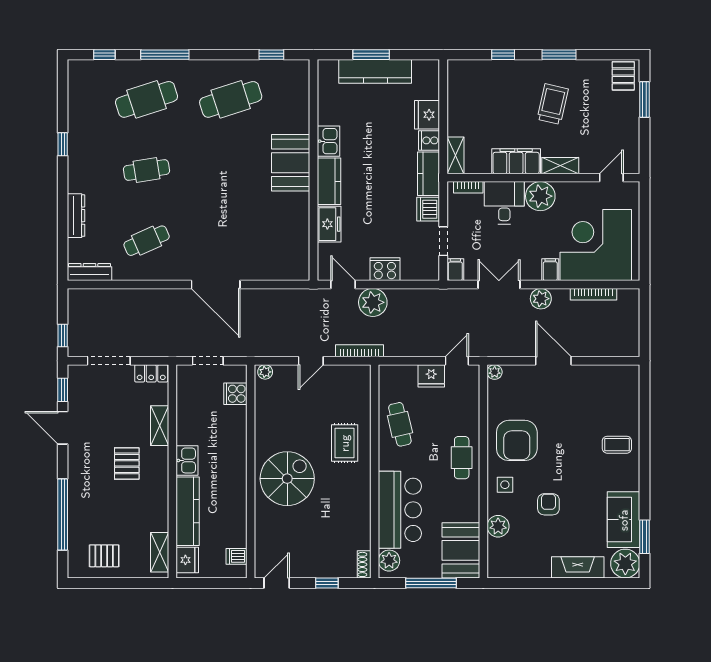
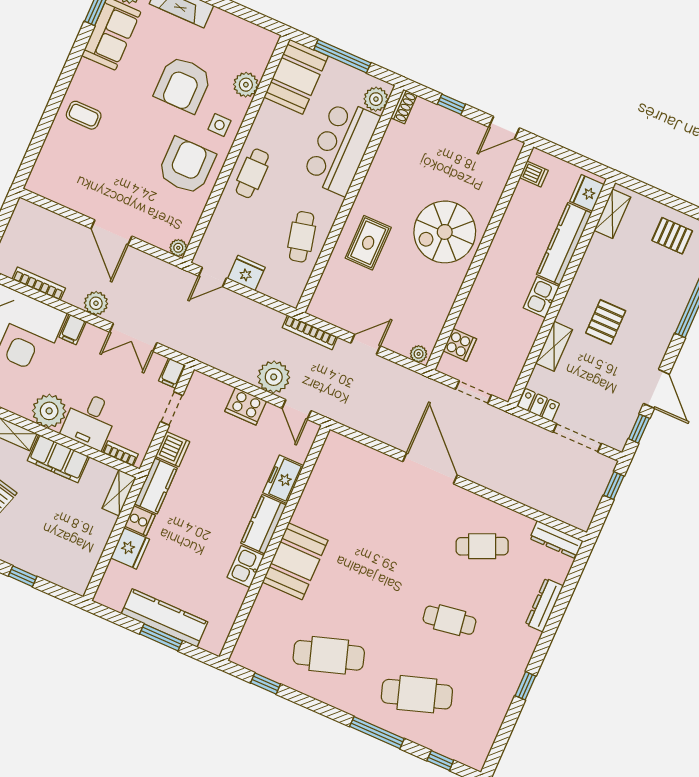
armchair: (548, 504) -> (183, 84), width x1.88, depth x1.88

